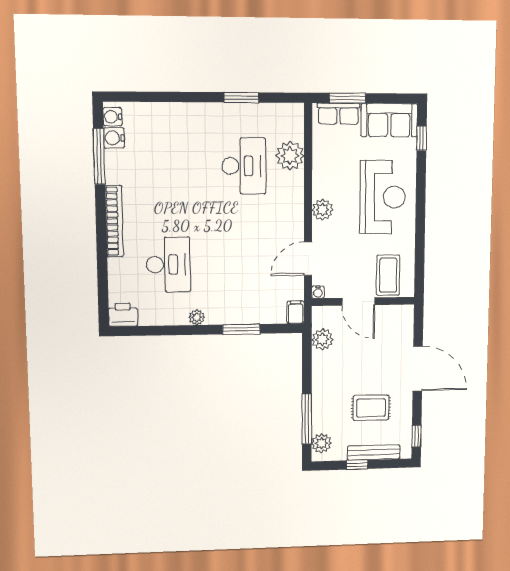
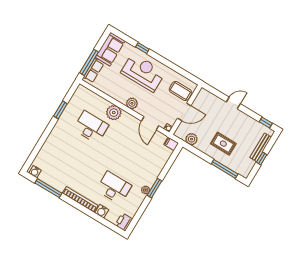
window: (347, 98) -> (89, 62), width x1.44
water cooler: (114, 138) -> (102, 211), moved
window: (422, 138) -> (142, 48), moved
plant: (290, 156) -> (114, 113), moved
window: (241, 329) -> (155, 188), moved
door: (418, 369) -> (233, 103), width x0.53
rug: (371, 408) -> (223, 144), moved, turned 90
plant: (321, 443) -> (241, 169), removed

